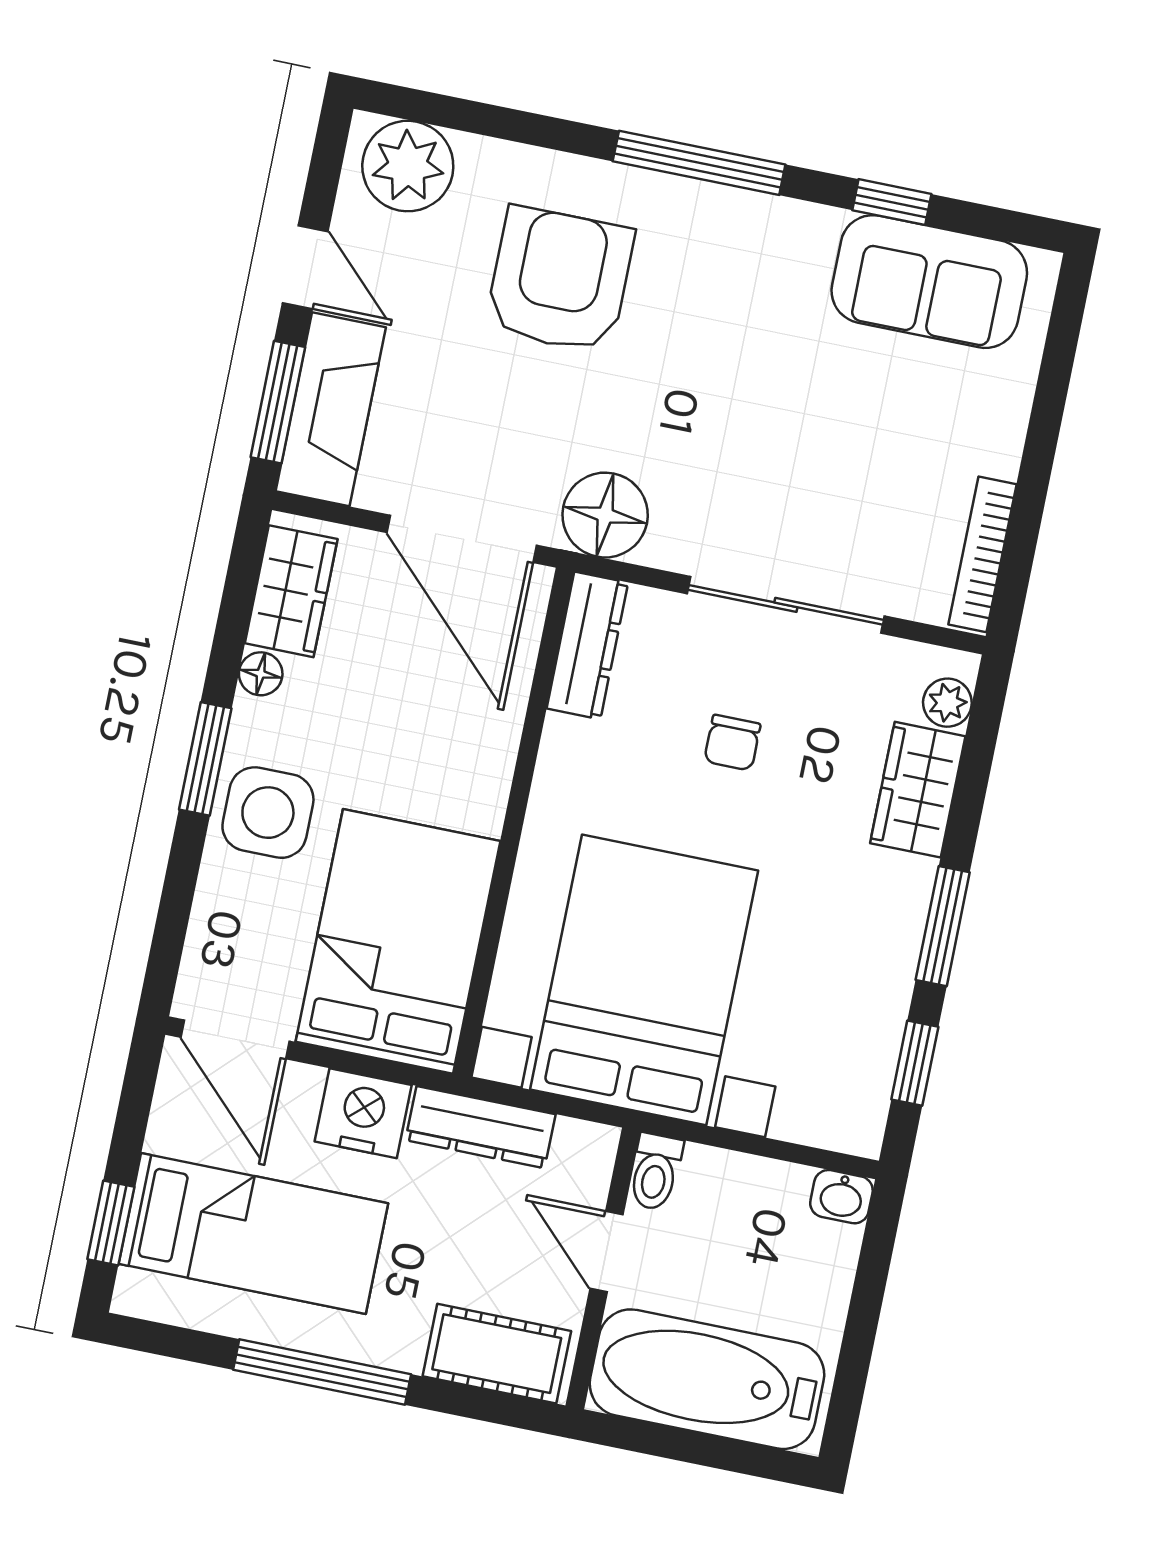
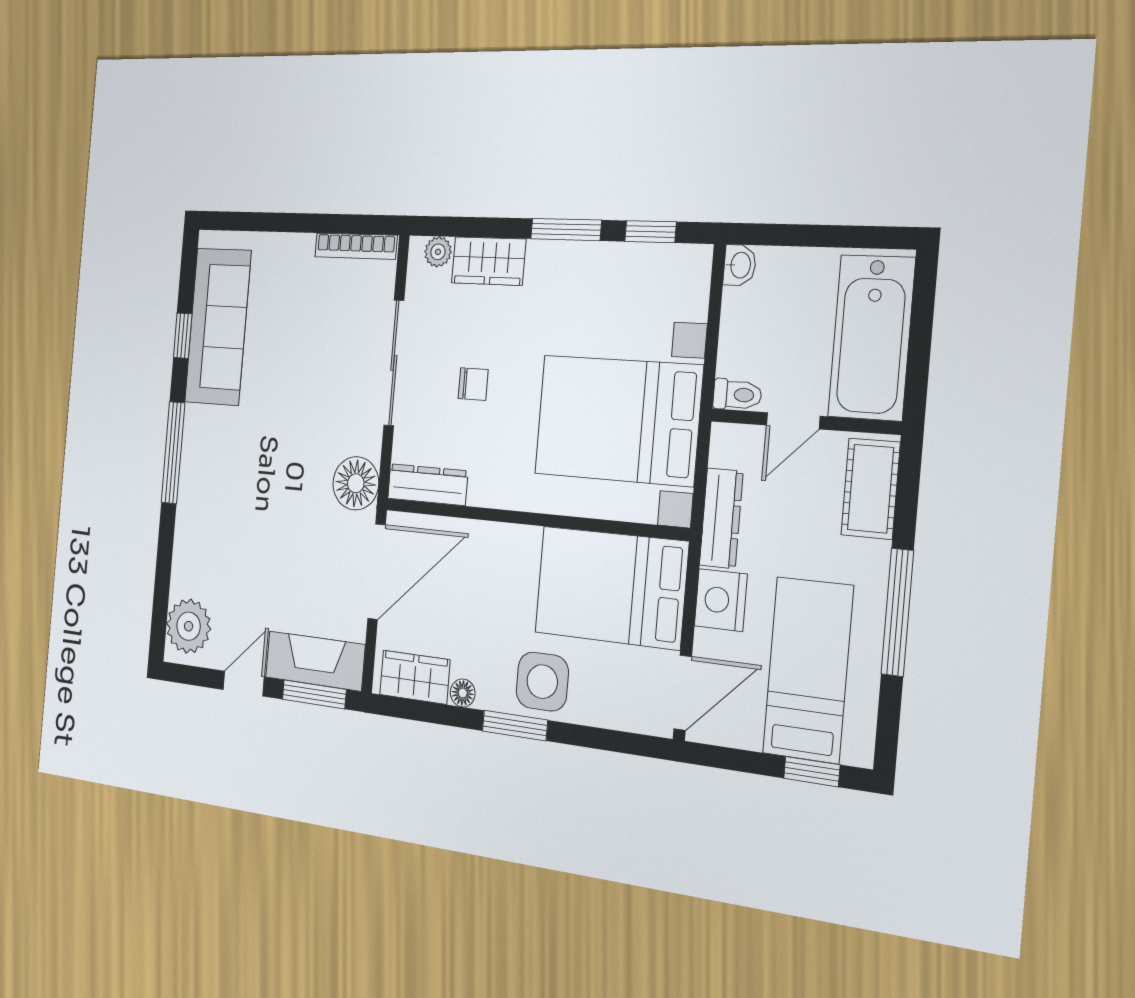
armchair: (560, 280) -> (237, 528), removed
sofa: (929, 282) -> (218, 327), width x1.36

